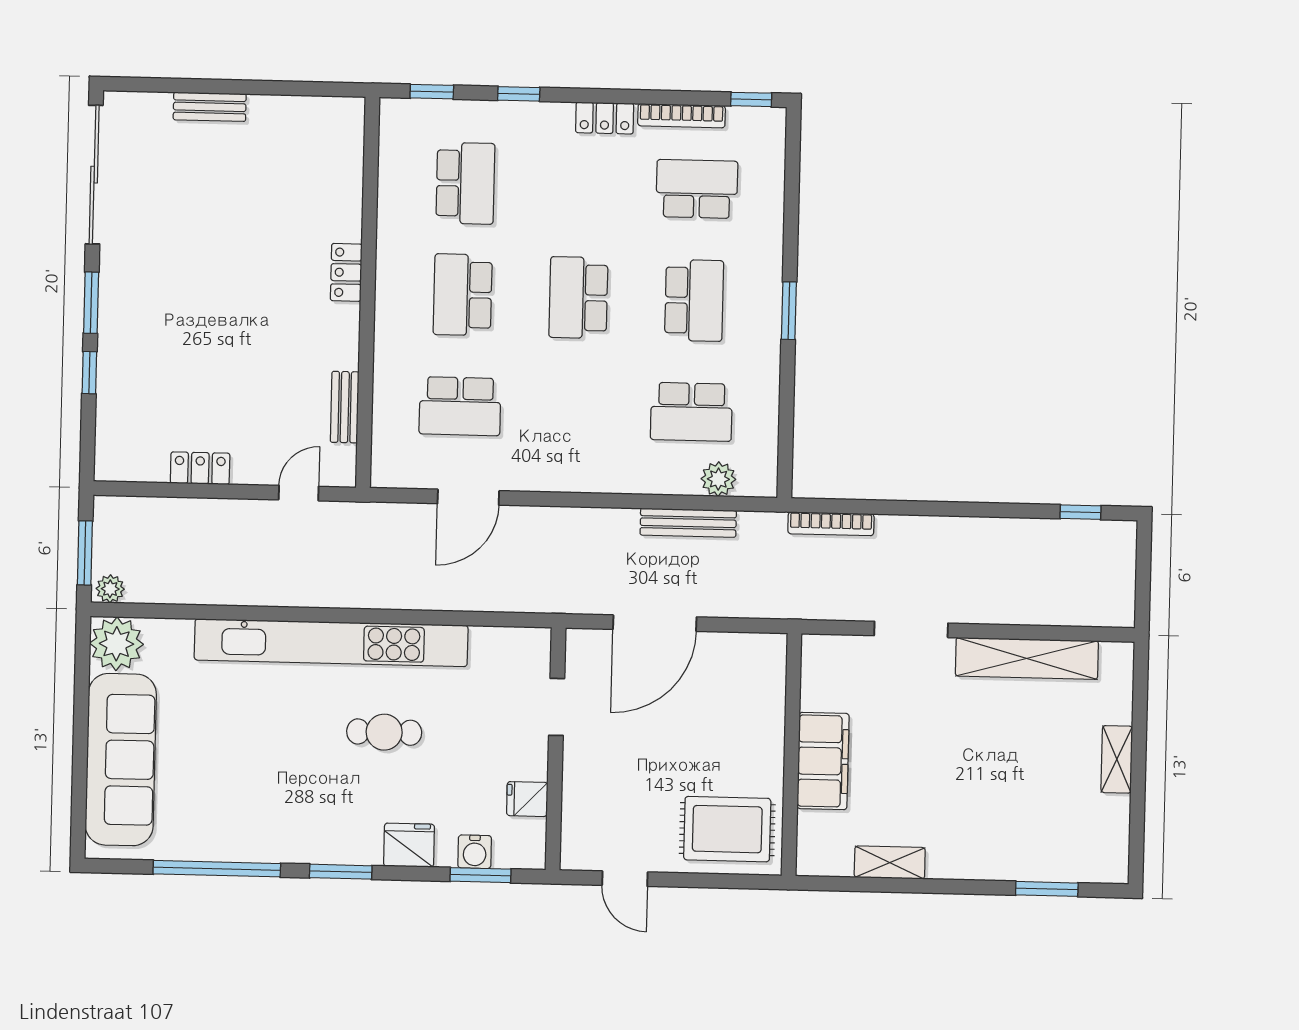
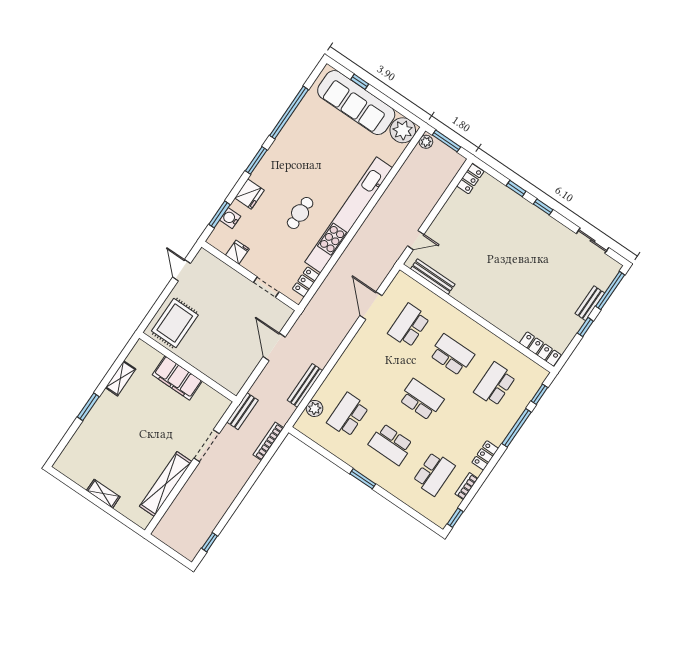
window: (163, 85) -> (610, 291), added
window: (258, 87) -> (585, 327), added
window: (519, 94) -> (516, 428), width x2.17
bookcase: (681, 116) -> (467, 486), width x0.64
sliding door: (94, 175) -> (593, 241), width x0.54
school desk: (465, 183) -> (495, 384), turned 90
locker: (346, 272) -> (540, 349), moved, width x1.53
window: (91, 303) -> (543, 207), width x0.67
bench: (345, 407) -> (433, 277), width x1.36
locker: (200, 468) -> (470, 179), moved
door: (299, 493) -> (416, 240), hinge flipped
bench: (807, 605) -> (242, 411), added
door: (655, 623) -> (274, 347), width x0.73
locker: (501, 642) -> (306, 282), added
window: (79, 778) -> (360, 82), added
door: (625, 879) -> (181, 270), hinge flipped
window: (1047, 889) -> (88, 407), moved

